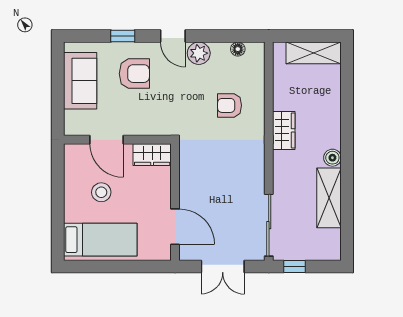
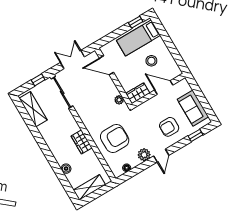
window: (123, 36) -> (196, 135), moved
door: (173, 36) -> (161, 156), swing flipped
armchair: (230, 105) -> (115, 138), width x1.88, depth x1.88
boiler: (332, 158) -> (66, 169), moved
plant: (187, 161) -> (119, 100), added
shelving: (329, 198) -> (33, 109), moved
window: (90, 267) -> (136, 22), added

